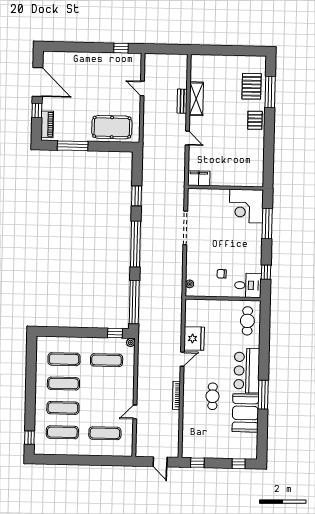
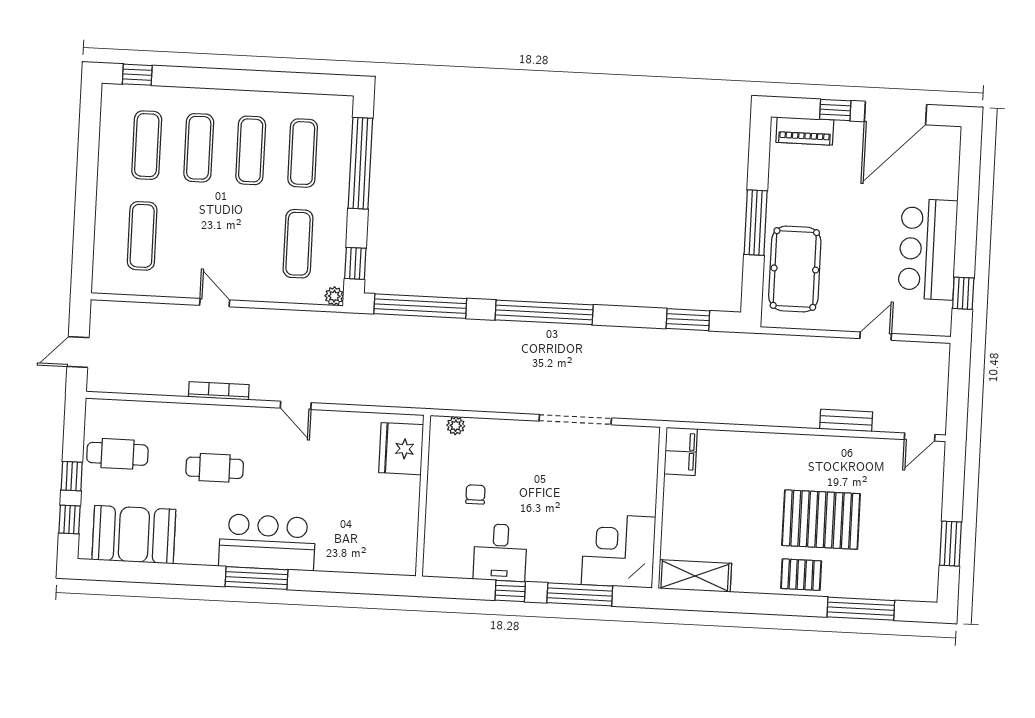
window: (238, 51) -> (951, 544), added
bar counter: (101, 65) -> (928, 249), added
pallet: (252, 86) -> (821, 520), moved, width x1.37, depth x1.41
shelving: (196, 99) -> (695, 576), moved
door: (187, 138) -> (920, 437), moved
window: (73, 146) -> (756, 223), moved
window: (137, 196) -> (688, 320), moved
window: (266, 272) -> (510, 591), moved
desk: (248, 285) -> (500, 552), moved
cafe table: (247, 321) -> (117, 454), moved
window: (68, 332) -> (360, 163), added
fridge: (194, 339) -> (401, 449), moved, turned 90
window: (263, 395) -> (256, 578), moved
door: (135, 412) -> (215, 303), moved
booth: (245, 413) -> (134, 535), moved
window: (197, 463) -> (72, 476), moved

